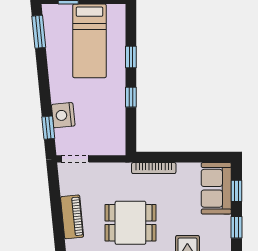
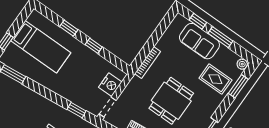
nightstand: (63, 115) -> (110, 85), moved, turned -84
sofa: (216, 188) -> (199, 41), moved
window: (237, 227) -> (220, 37), width x1.50

